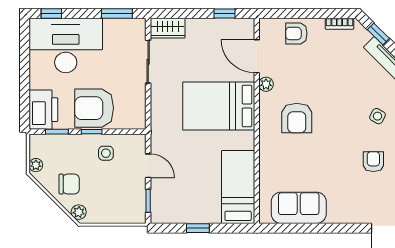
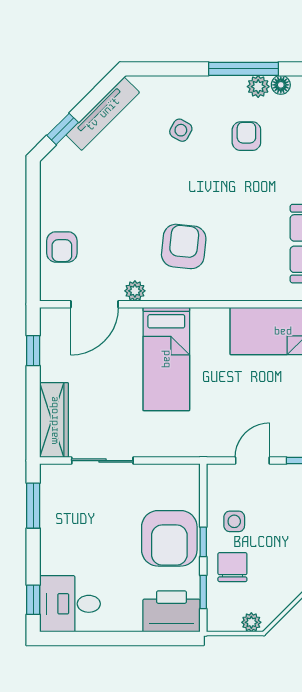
bookcase: (339, 24) -> (48, 185), removed
wardrobe: (168, 28) -> (54, 420), width x1.50
desk: (66, 45) -> (70, 604), width x0.53, depth x0.77
bed: (219, 106) -> (166, 359), width x0.67
armchair: (297, 118) -> (184, 246), turned -84
armchair: (373, 162) -> (246, 136), turned 90
chair: (69, 184) -> (232, 567), moved

